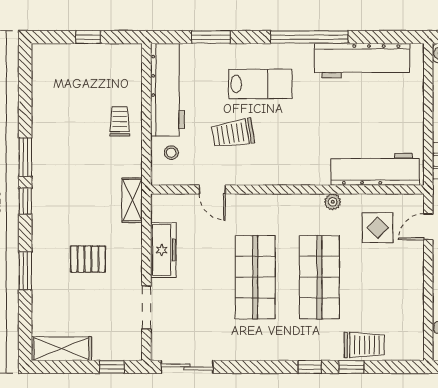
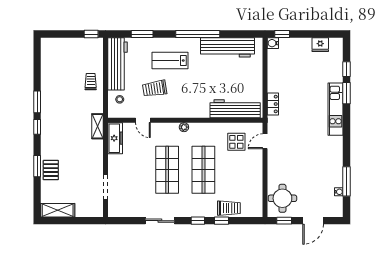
window: (88, 37) -> (91, 34), moved
lab bench: (260, 84) -> (170, 60), turned 180
plant: (333, 202) -> (184, 127), moved
freezer: (163, 250) -> (115, 138), moved
pallet: (88, 259) -> (51, 170), moved, turned 90
window: (112, 367) -> (86, 221), removed
sliding door: (187, 367) -> (160, 221), moved

